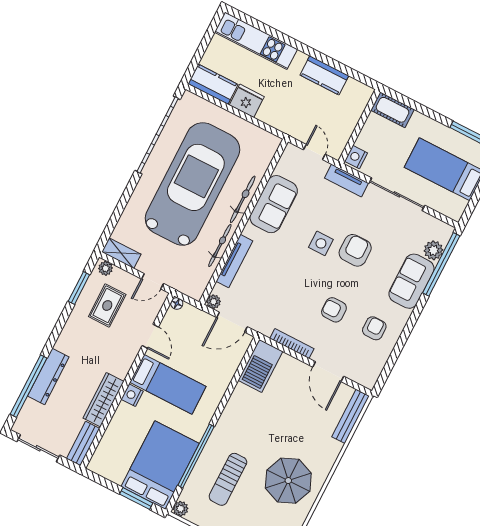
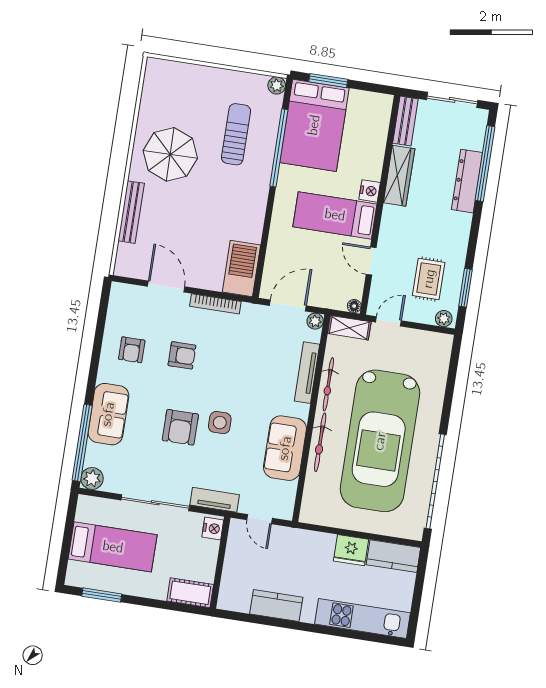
plant: (433, 250) -> (92, 478), moved
shelving: (121, 253) -> (349, 328), moved
bench: (351, 416) -> (131, 212), moved

